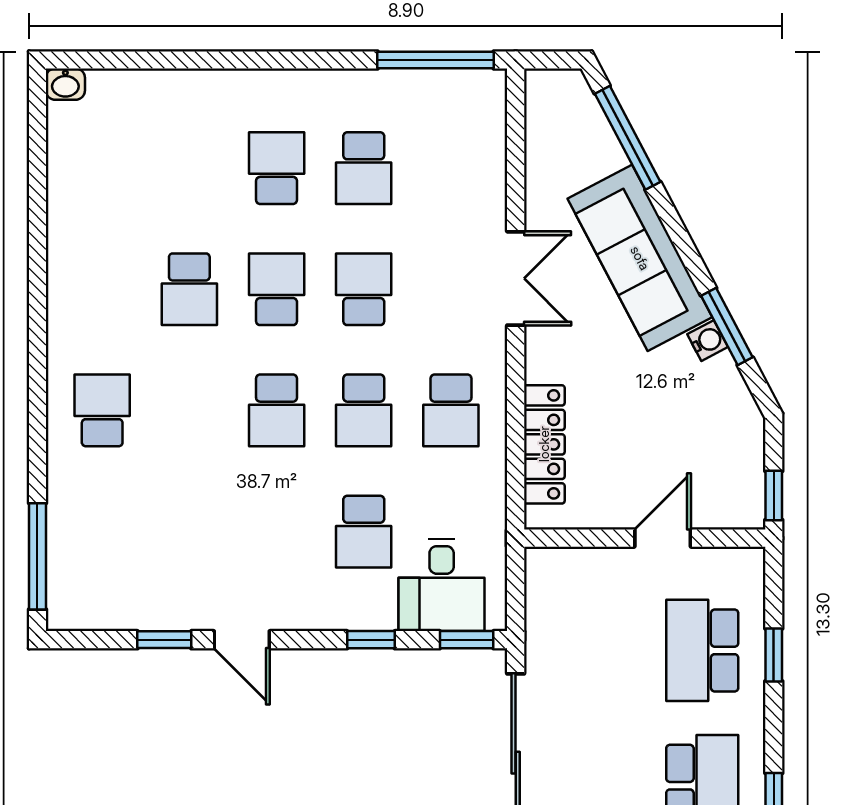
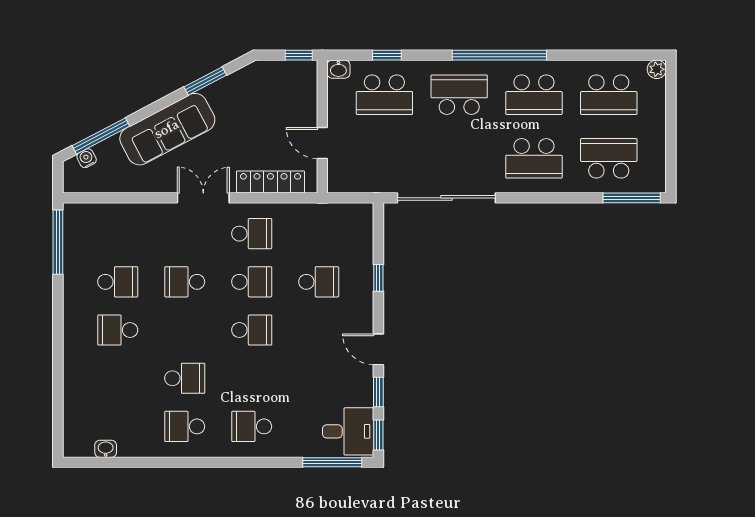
washbasin: (65, 84) -> (106, 449), moved, turned -90
double door: (516, 278) -> (203, 198), moved
school desk: (277, 289) -> (185, 426), moved
water cooler: (708, 341) -> (87, 158), moved
door: (663, 538) -> (322, 143), moved
washbasin: (748, 567) -> (338, 69), added
desk: (442, 585) -> (348, 431), moved
door: (242, 640) -> (378, 349), swing flipped
window: (467, 640) -> (378, 435), moved

